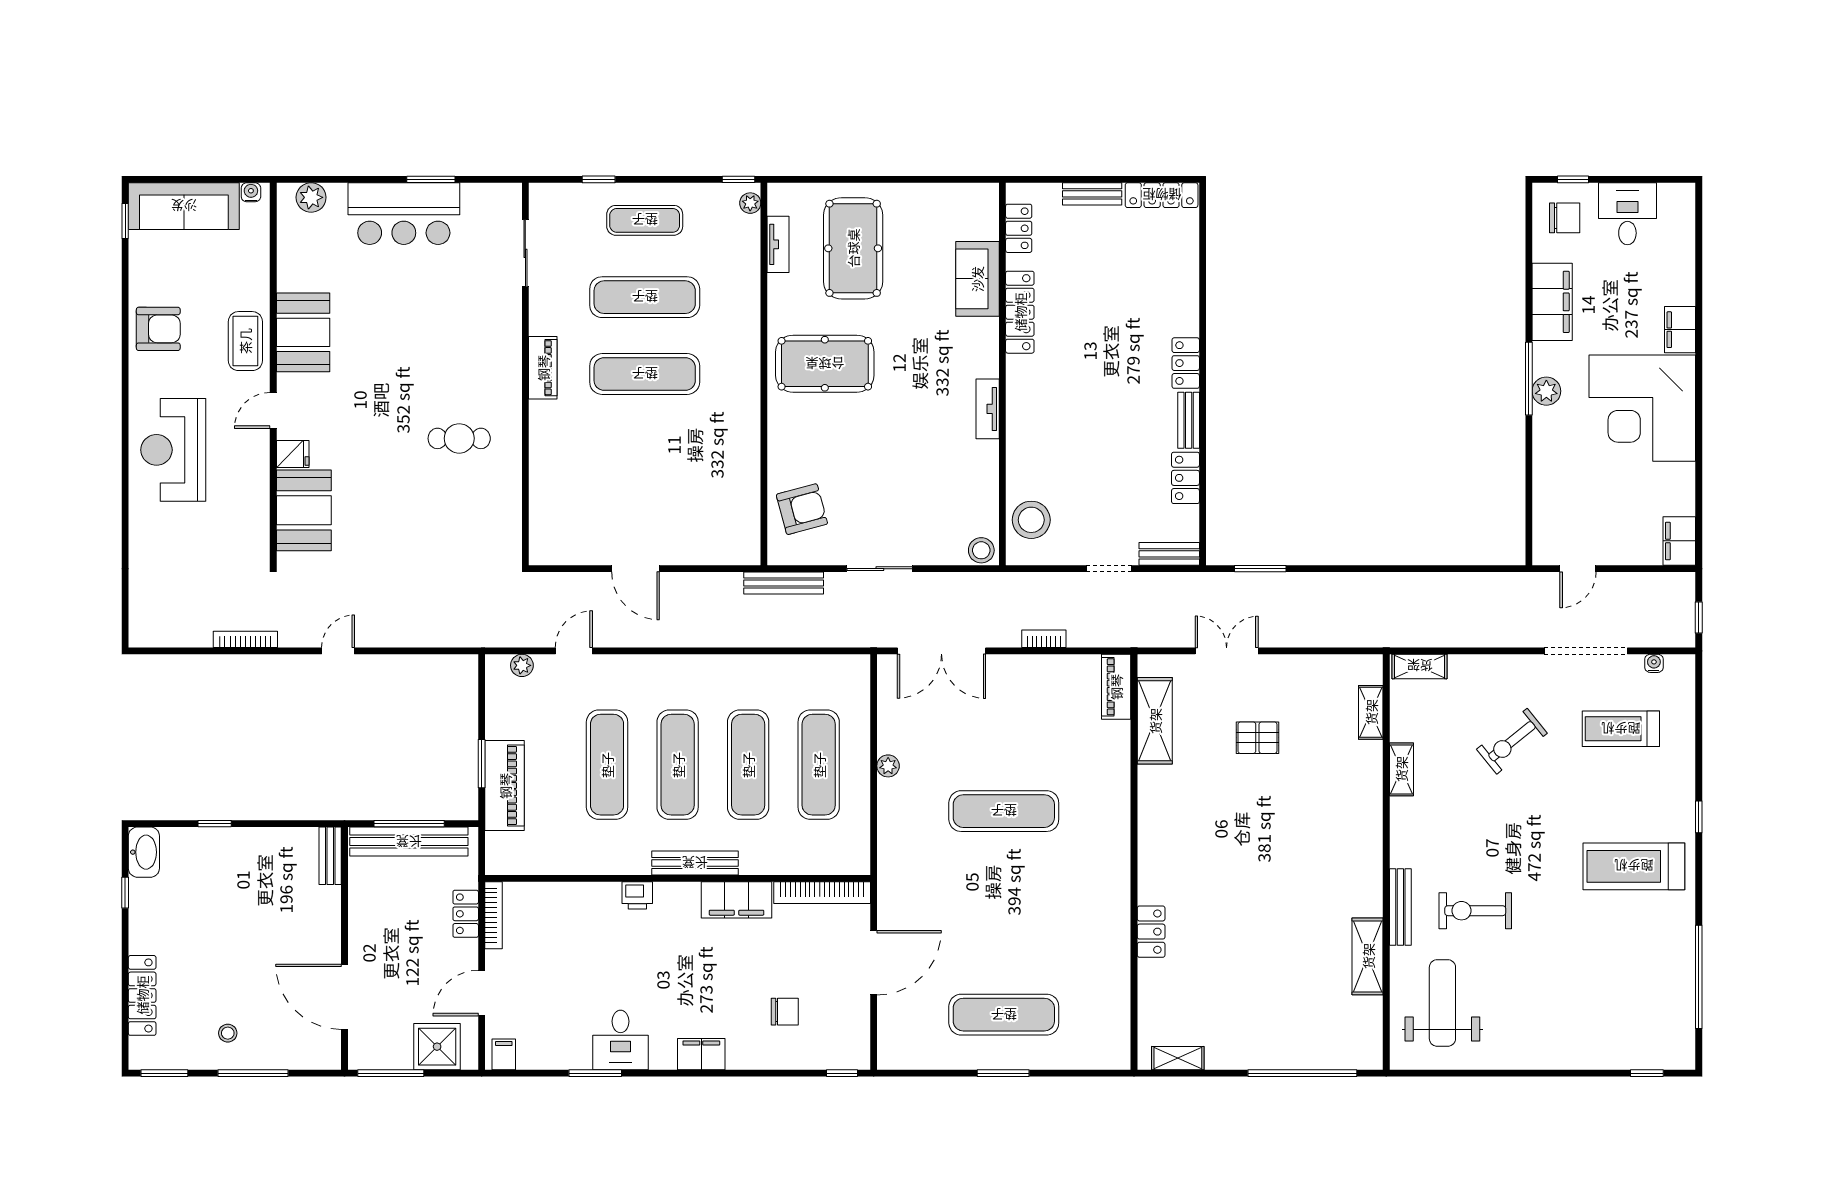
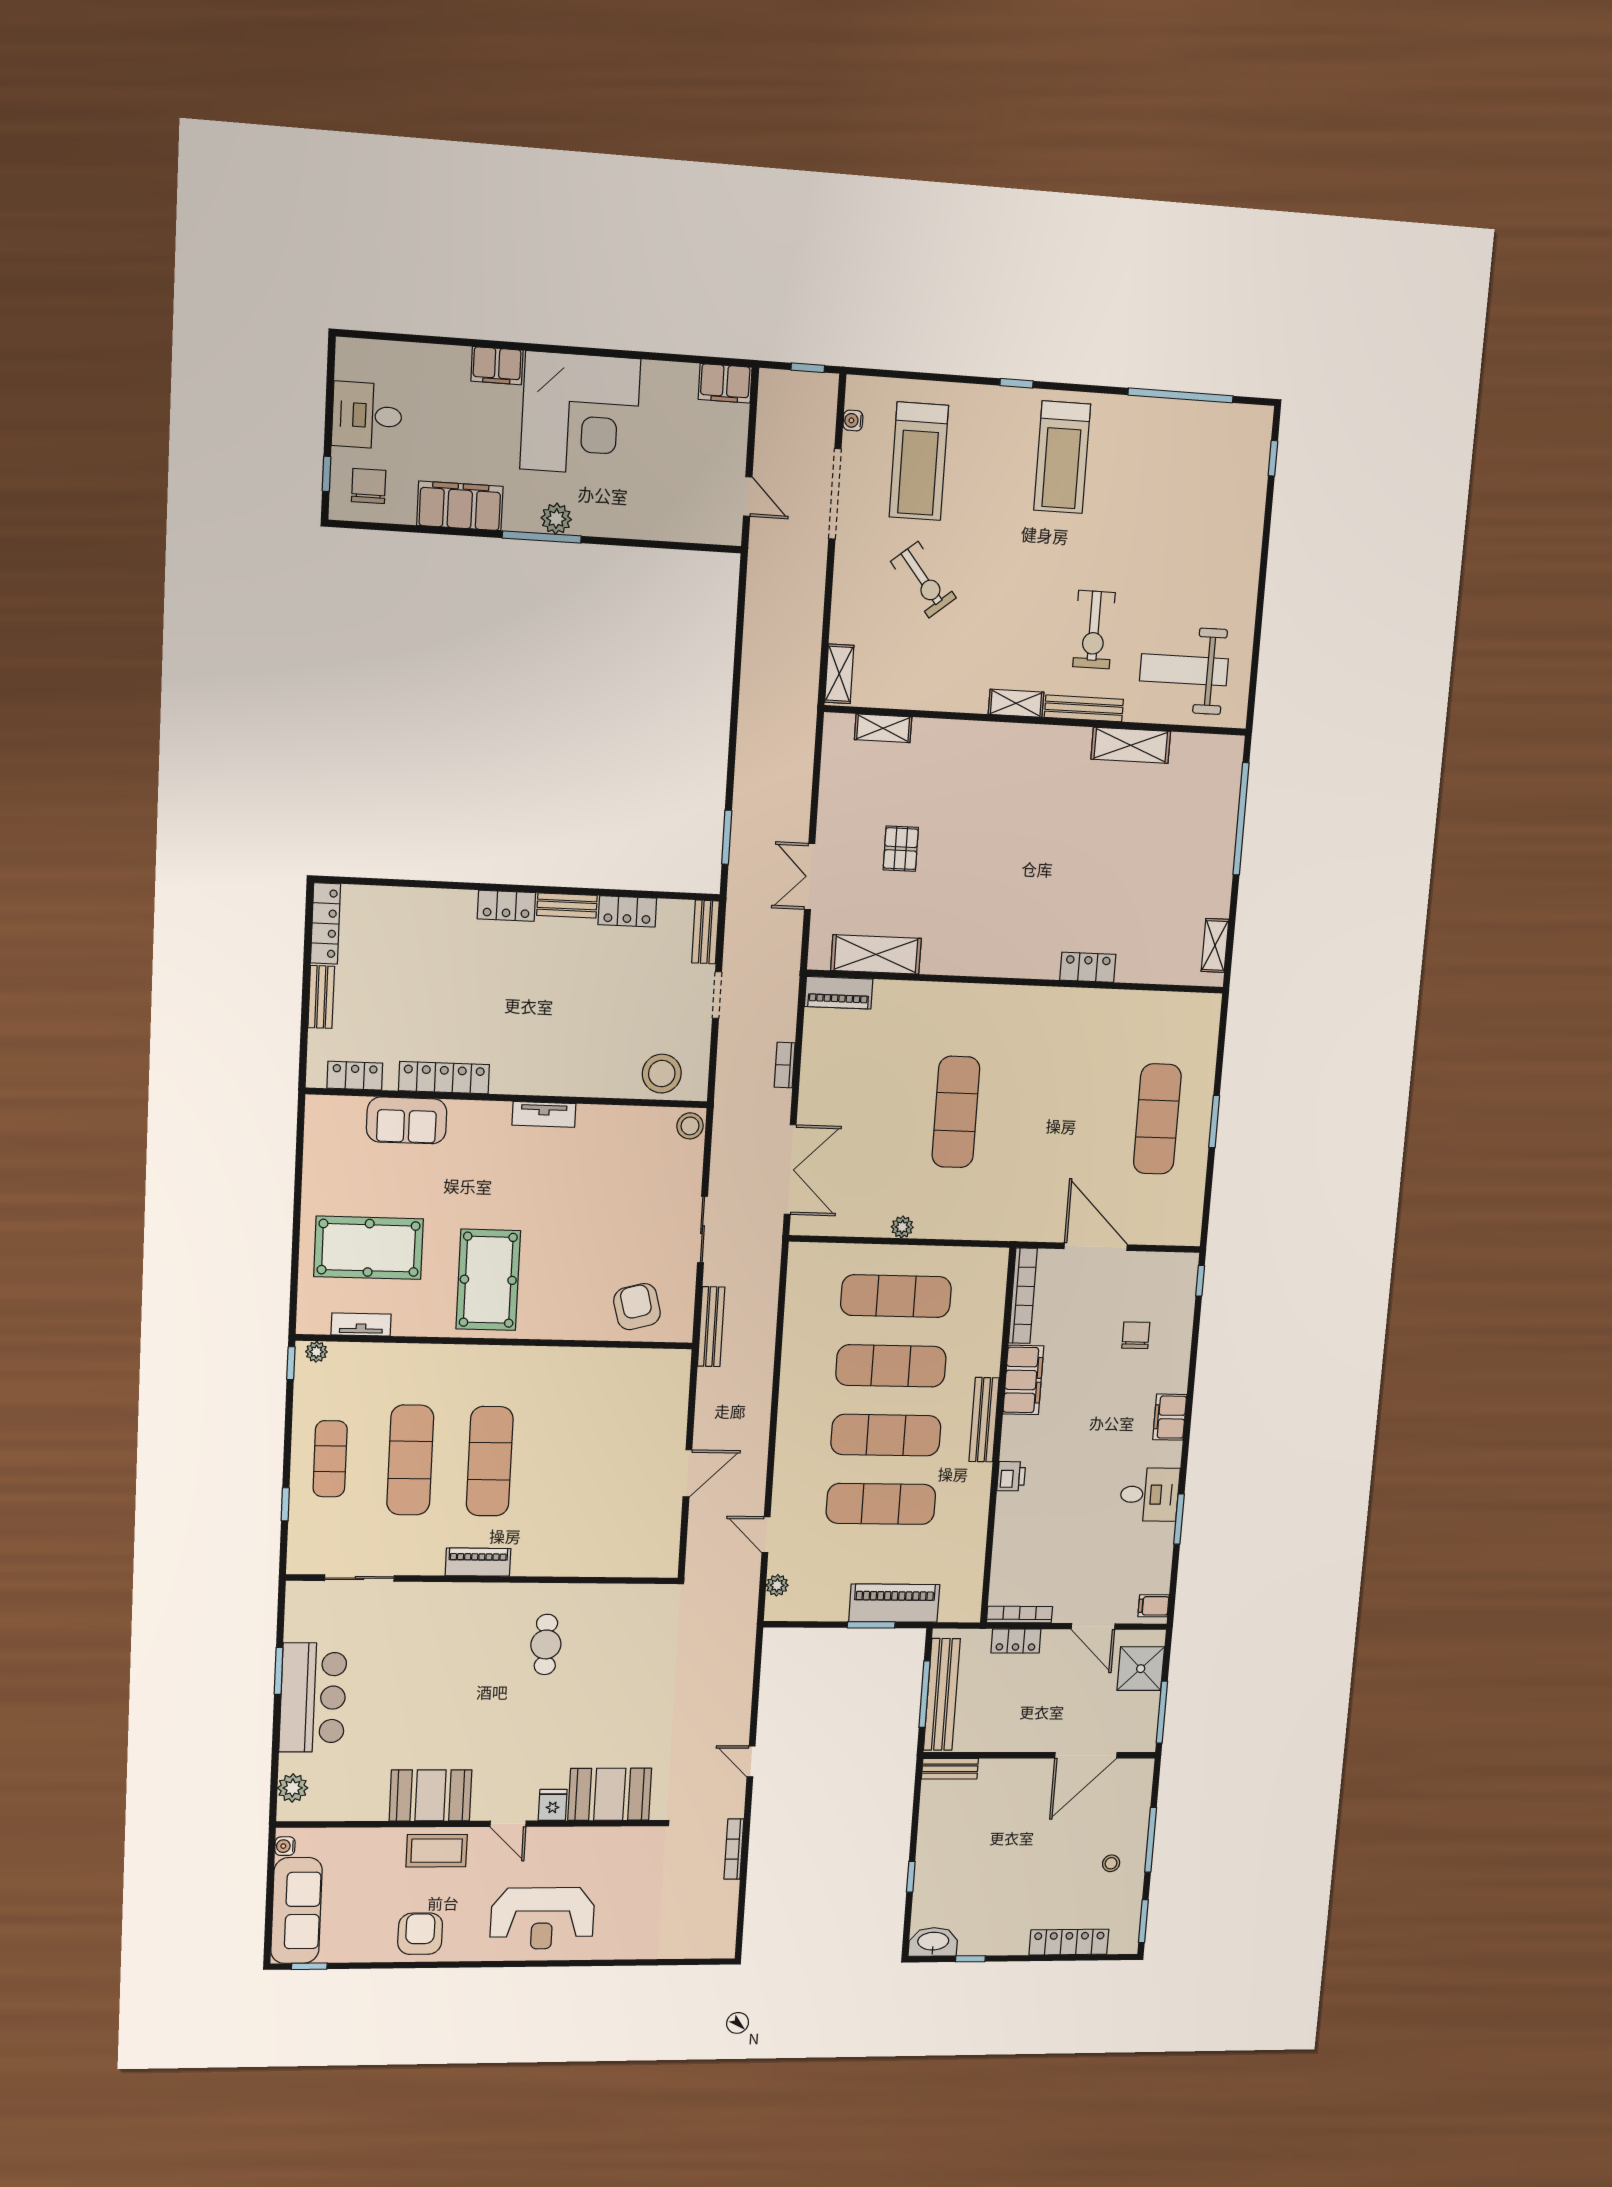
treadmill: (1621, 729) -> (919, 461), width x1.37, depth x1.38
shelving: (1401, 769) -> (1016, 703), moved

